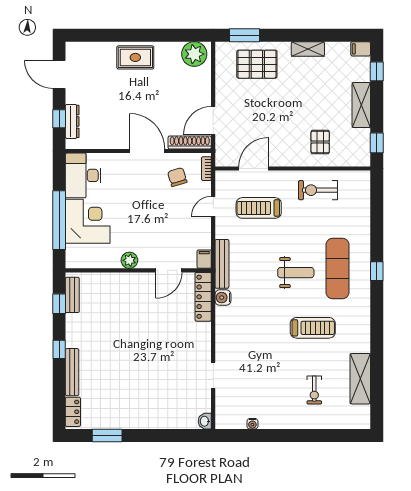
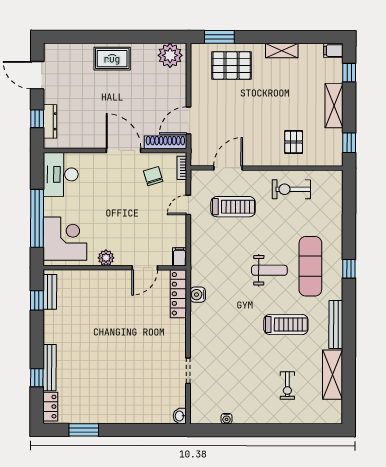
treadmill: (259, 208) -> (233, 207), turned 180
corner desk: (88, 221) -> (65, 239), moved
bench: (222, 264) -> (336, 324), moved
window: (59, 349) -> (37, 378), moved

